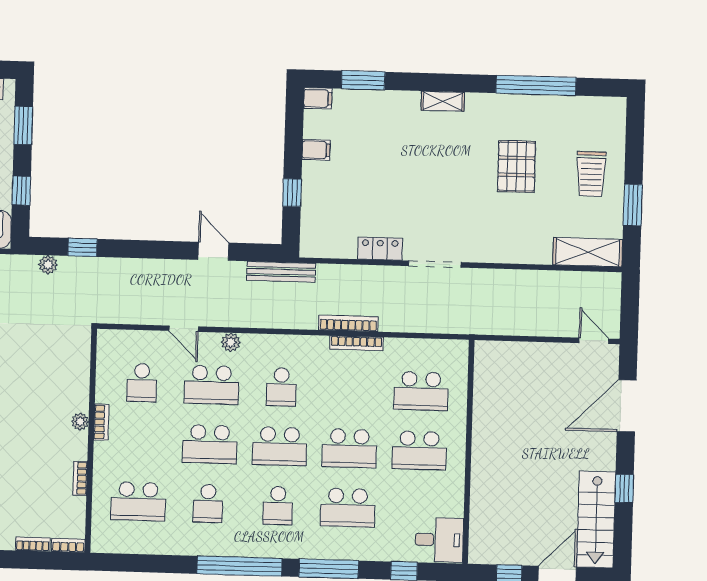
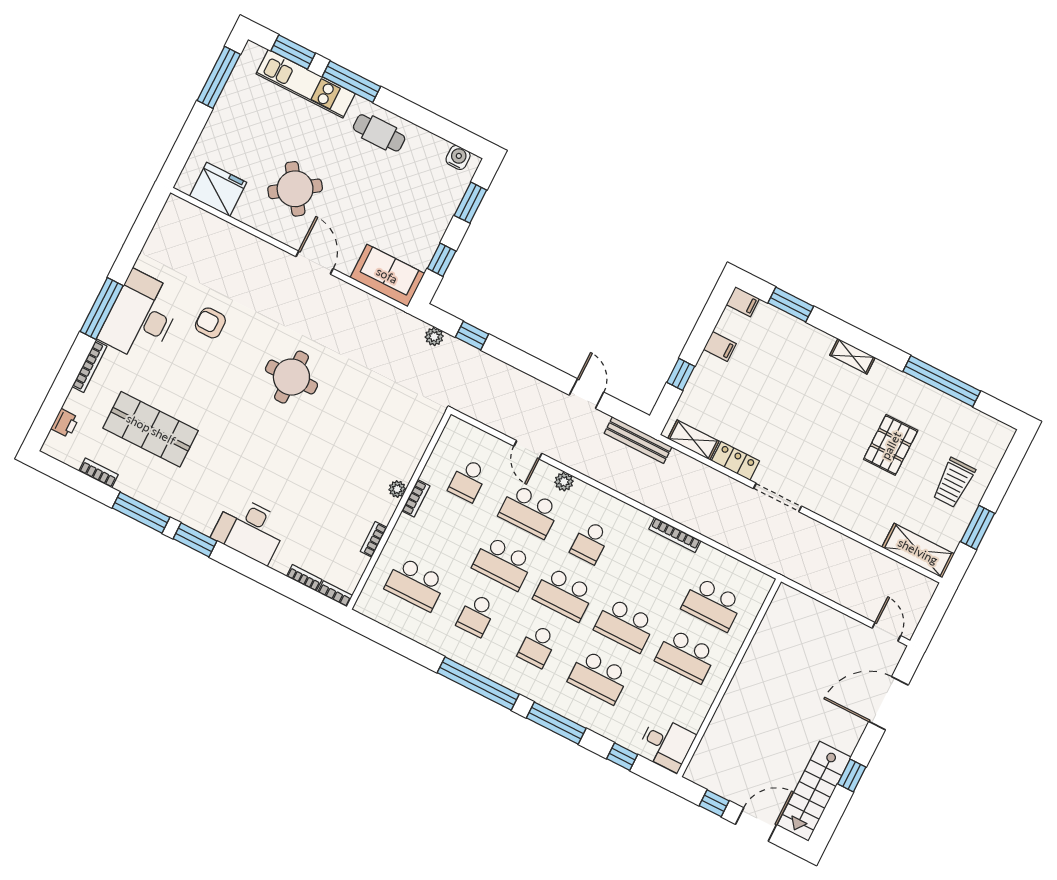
shelving: (332, 248) -> (693, 440), added
bookcase: (348, 323) -> (676, 514), removed

